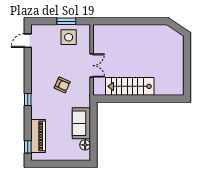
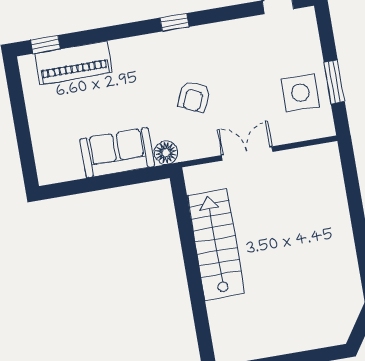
double door: (92, 66) -> (247, 153), swing flipped
window: (28, 100) -> (174, 22), moved
floor lamp: (85, 145) -> (166, 153), moved

